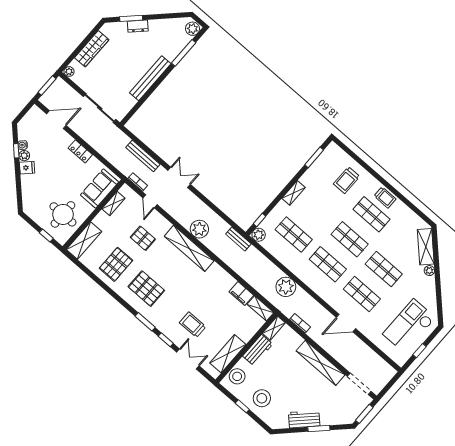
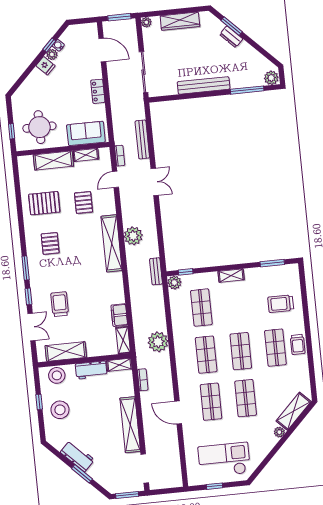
shelving: (84, 240) -> (53, 160), moved
pallet: (146, 289) -> (50, 243), width x0.67, depth x0.71

